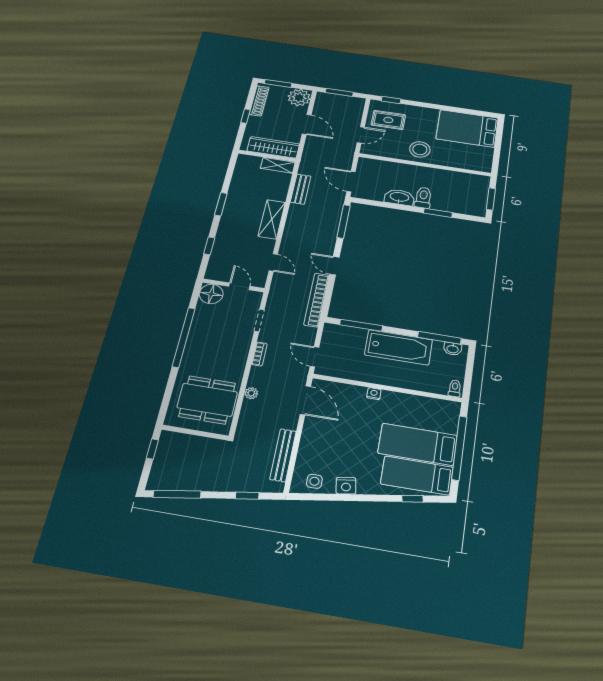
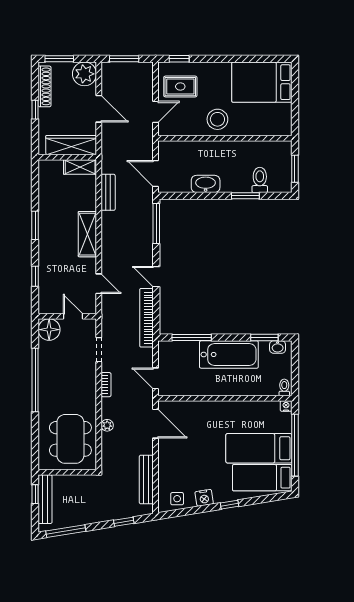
toilet: (423, 198) -> (260, 180), moved
window: (439, 338) -> (264, 338), width x0.69
nightstand: (374, 394) -> (286, 406), moved
dining table: (207, 400) -> (70, 439), turned 90
bench: (162, 456) -> (45, 499), added
window: (412, 499) -> (229, 505), moved

